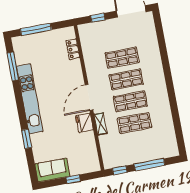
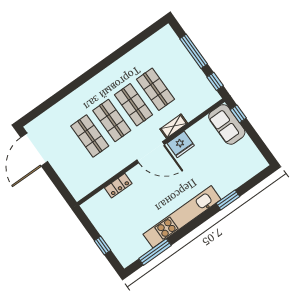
window: (98, 18) -> (58, 183), removed
window: (36, 29) -> (103, 245), width x0.46
locker: (73, 49) -> (118, 186), moved
sofa: (52, 170) -> (227, 124), moved
window: (73, 179) -> (238, 114), moved

